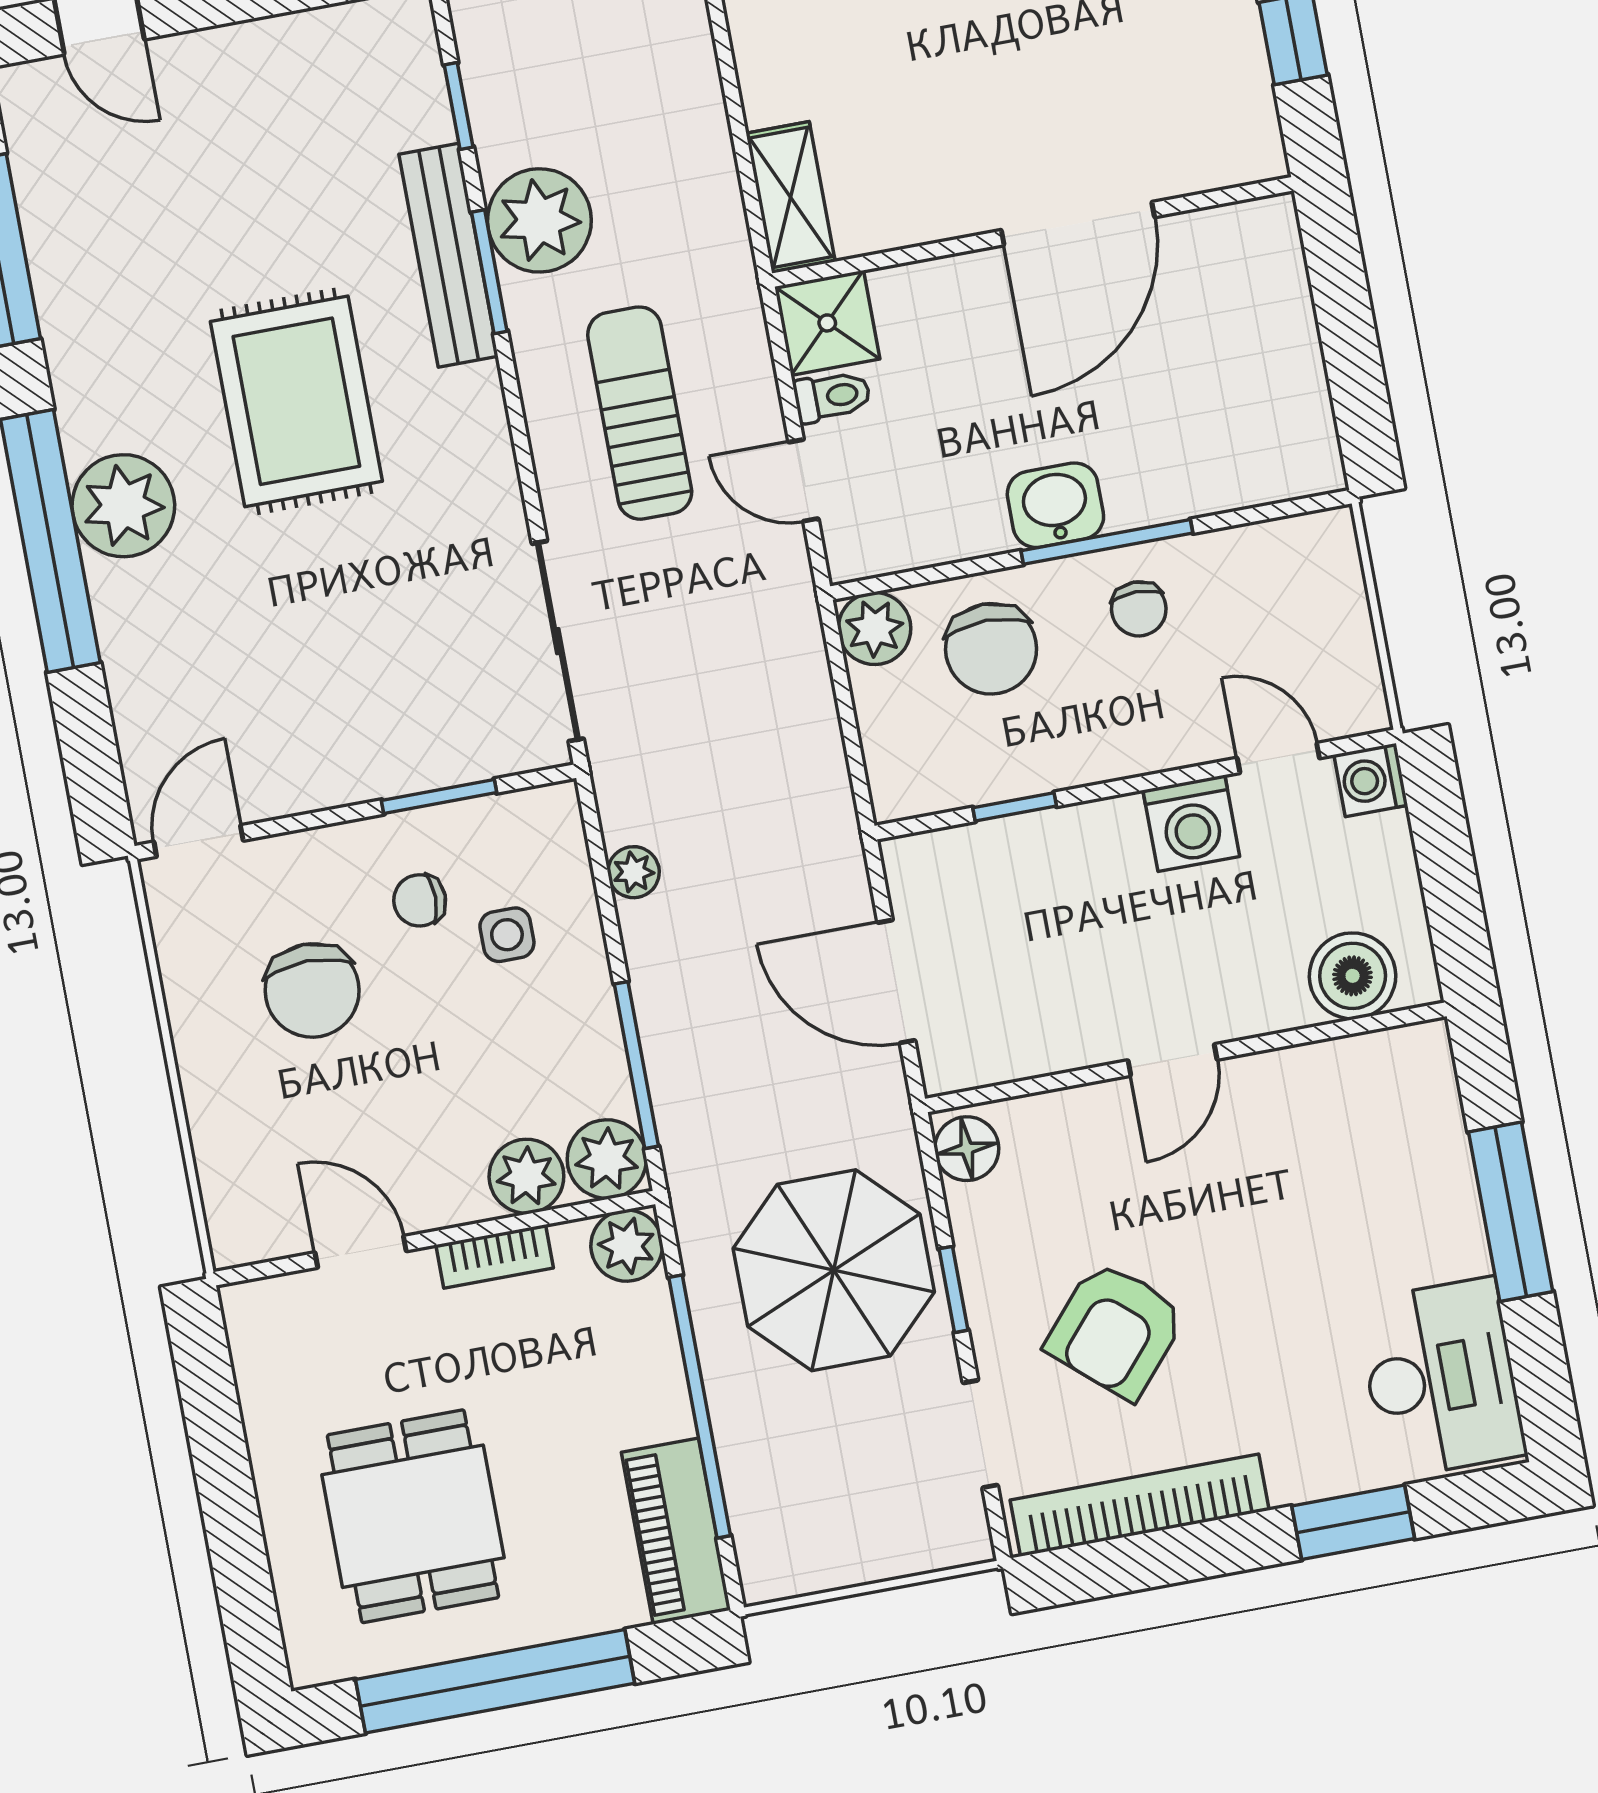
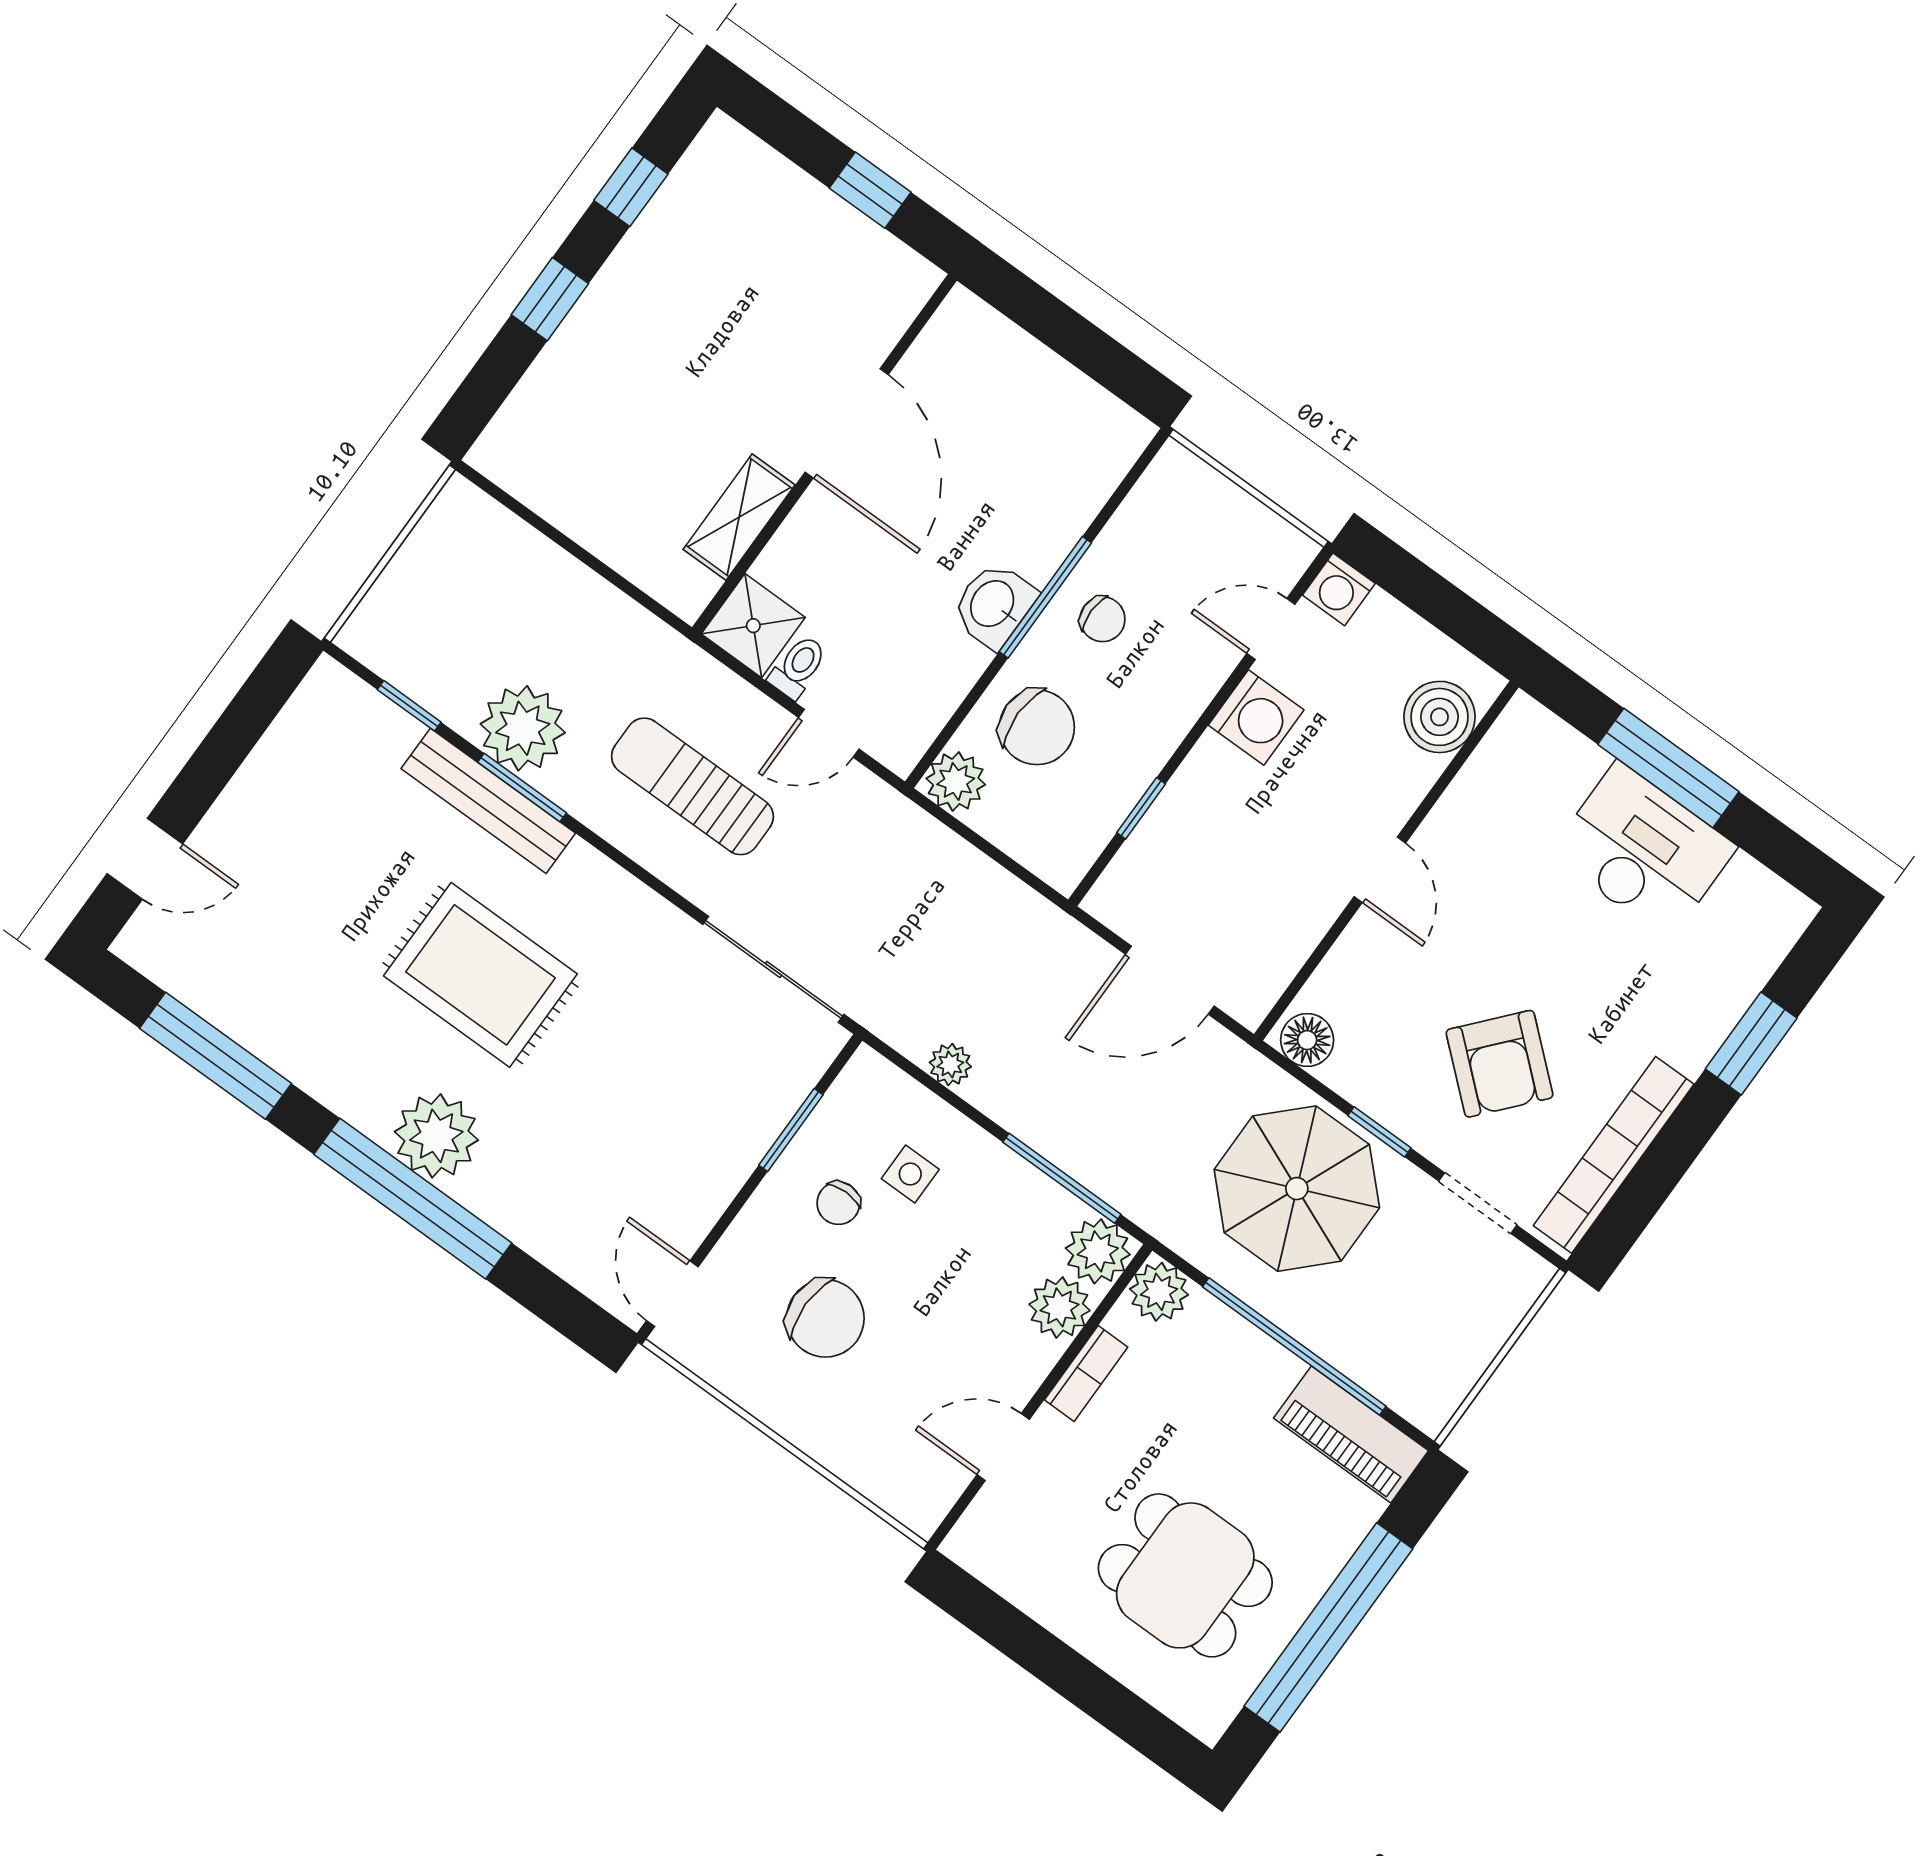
shelving: (791, 197) -> (739, 517), moved, turned 90
desk: (1441, 1378) -> (1643, 850), moved

